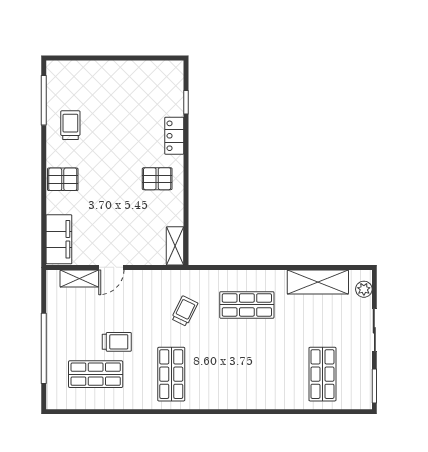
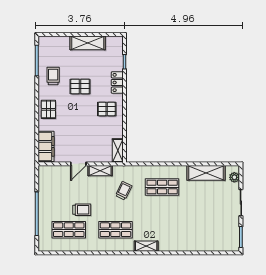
shelving: (126, 72) -> (88, 43), added
pallet: (114, 142) -> (80, 86), added
pallet: (63, 179) -> (48, 109), turned 90
shelving: (79, 278) -> (100, 171), moved
shop shelf: (171, 374) -> (115, 230), turned 90
shop shelf: (322, 374) -> (209, 230), removed
shelving: (221, 401) -> (146, 246), added

